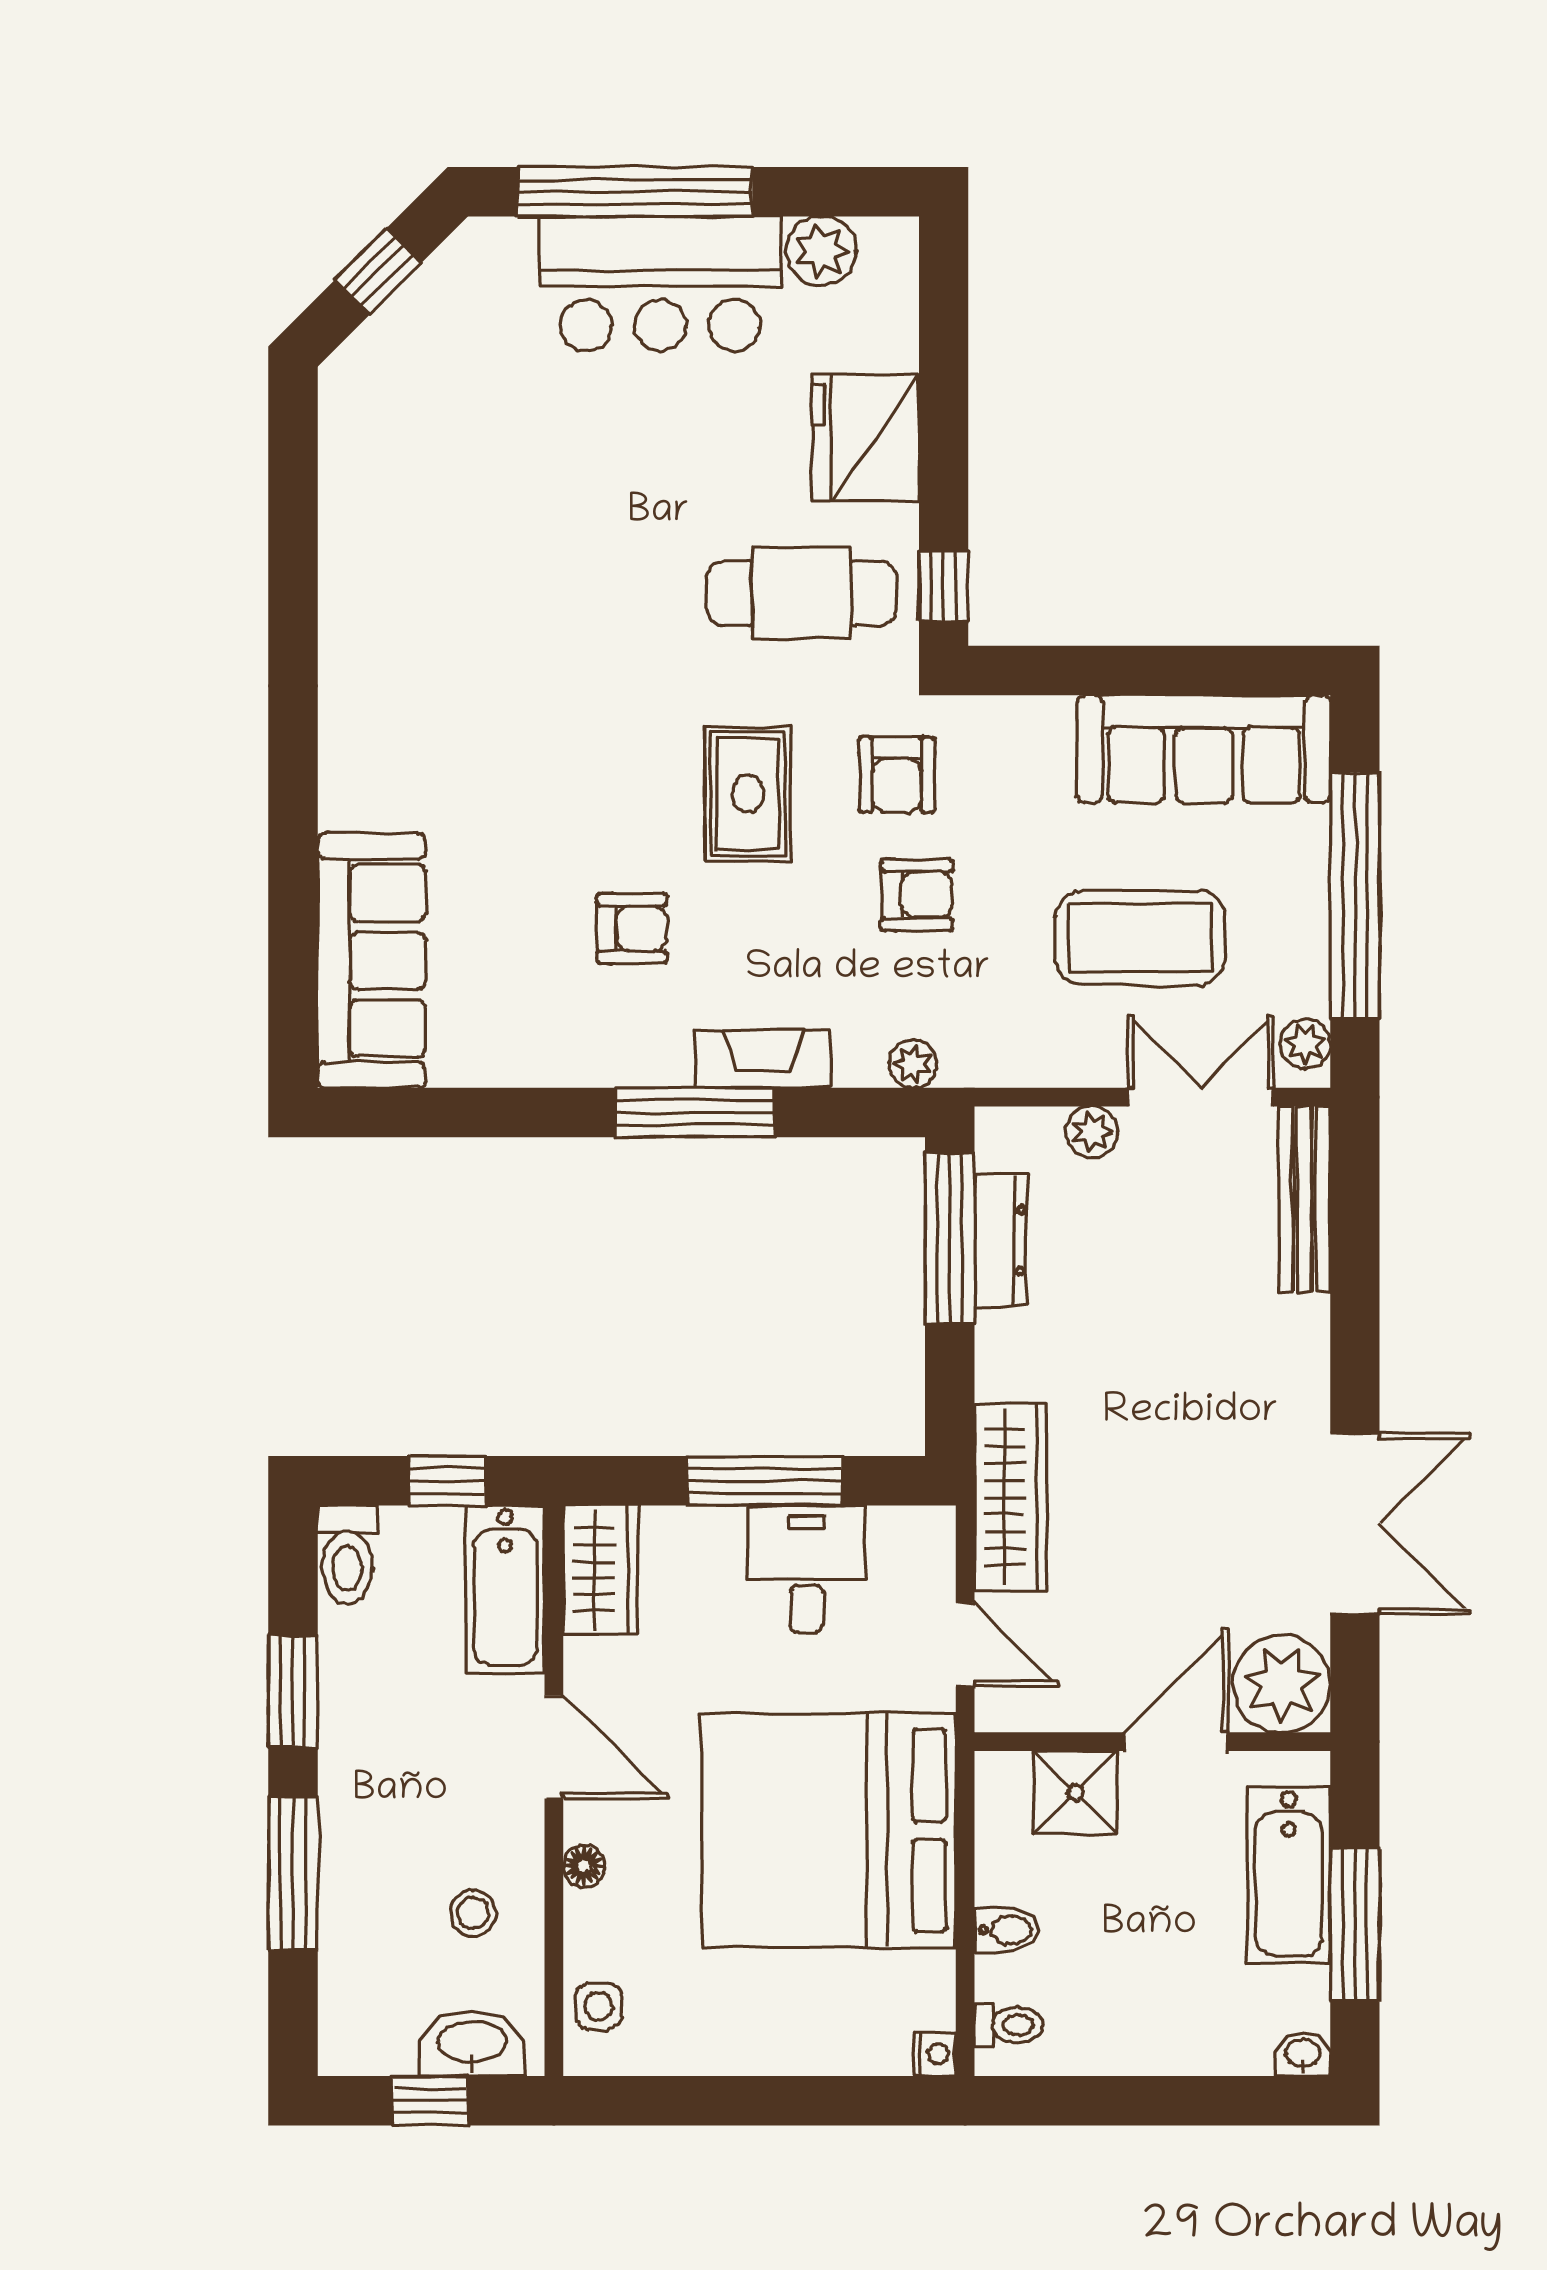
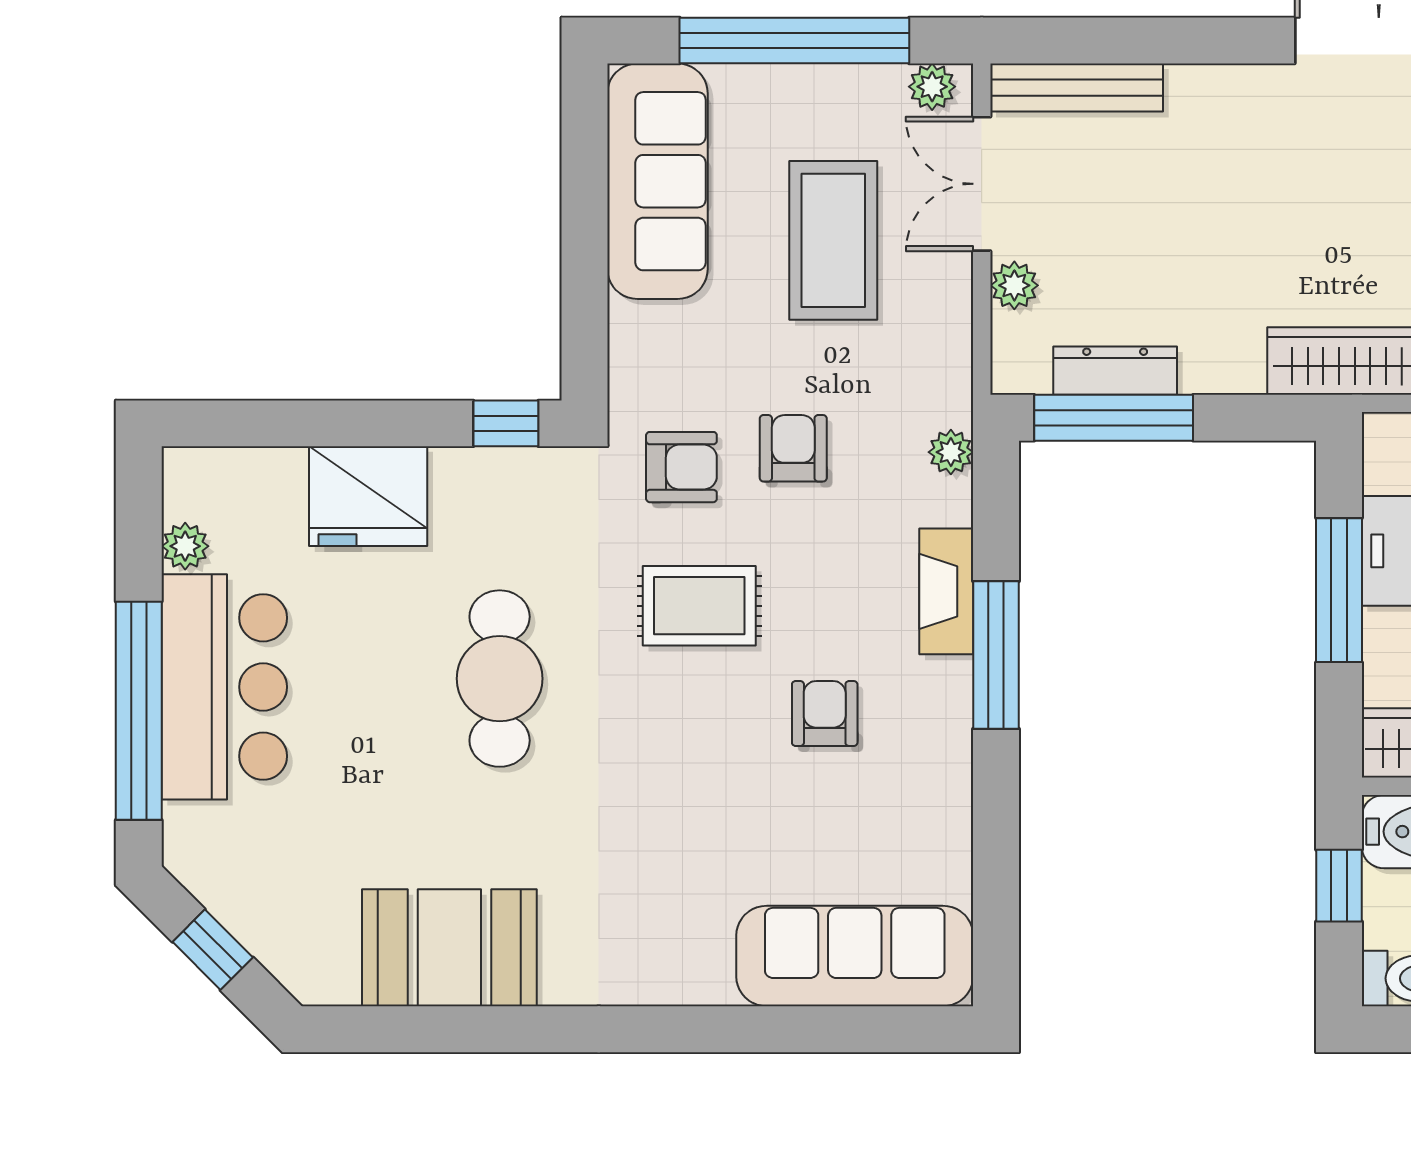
plant: (821, 251) -> (185, 546), width x0.73, depth x0.73
booth: (380, 525) -> (449, 948), added
cafe table: (802, 593) -> (500, 679), moved

